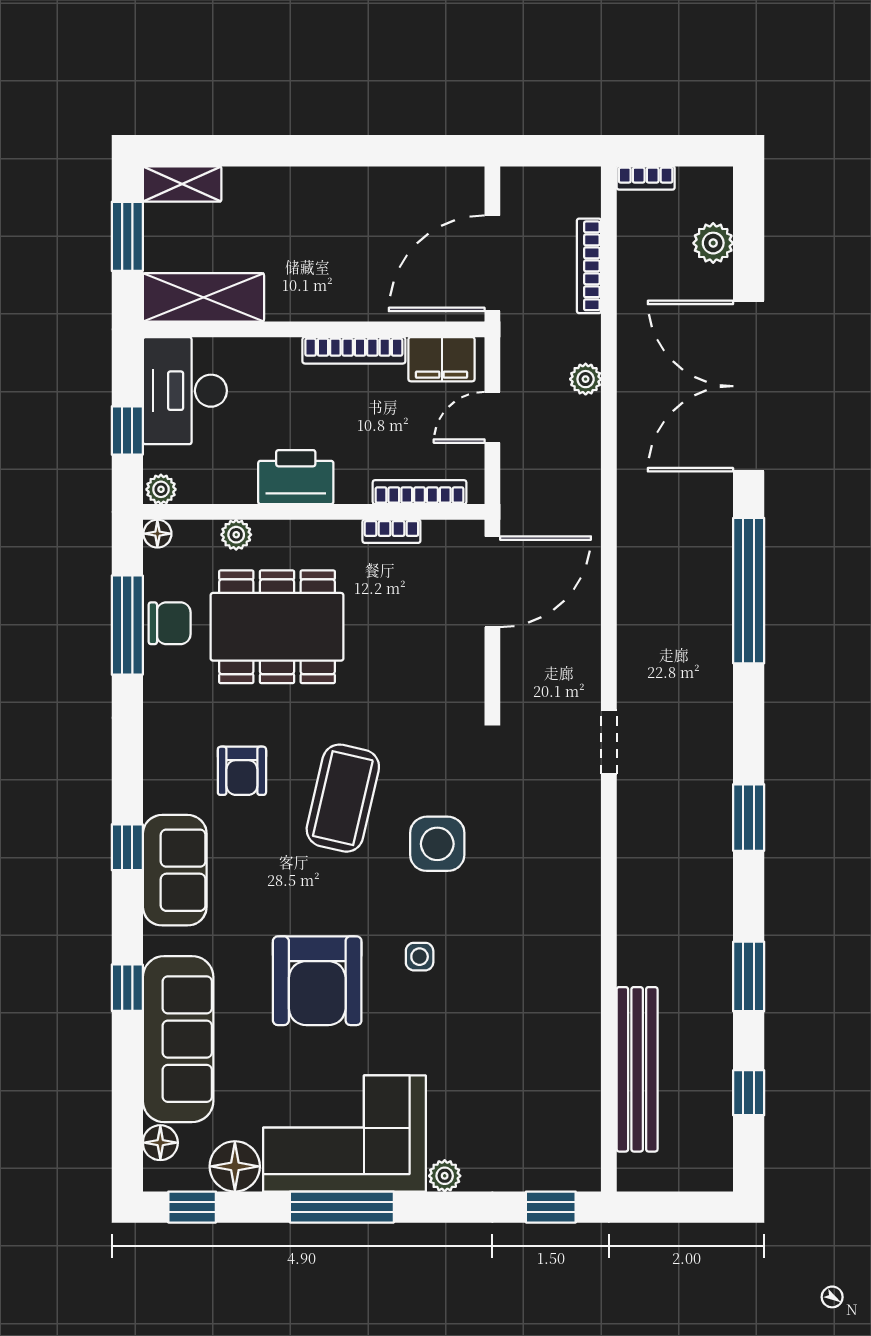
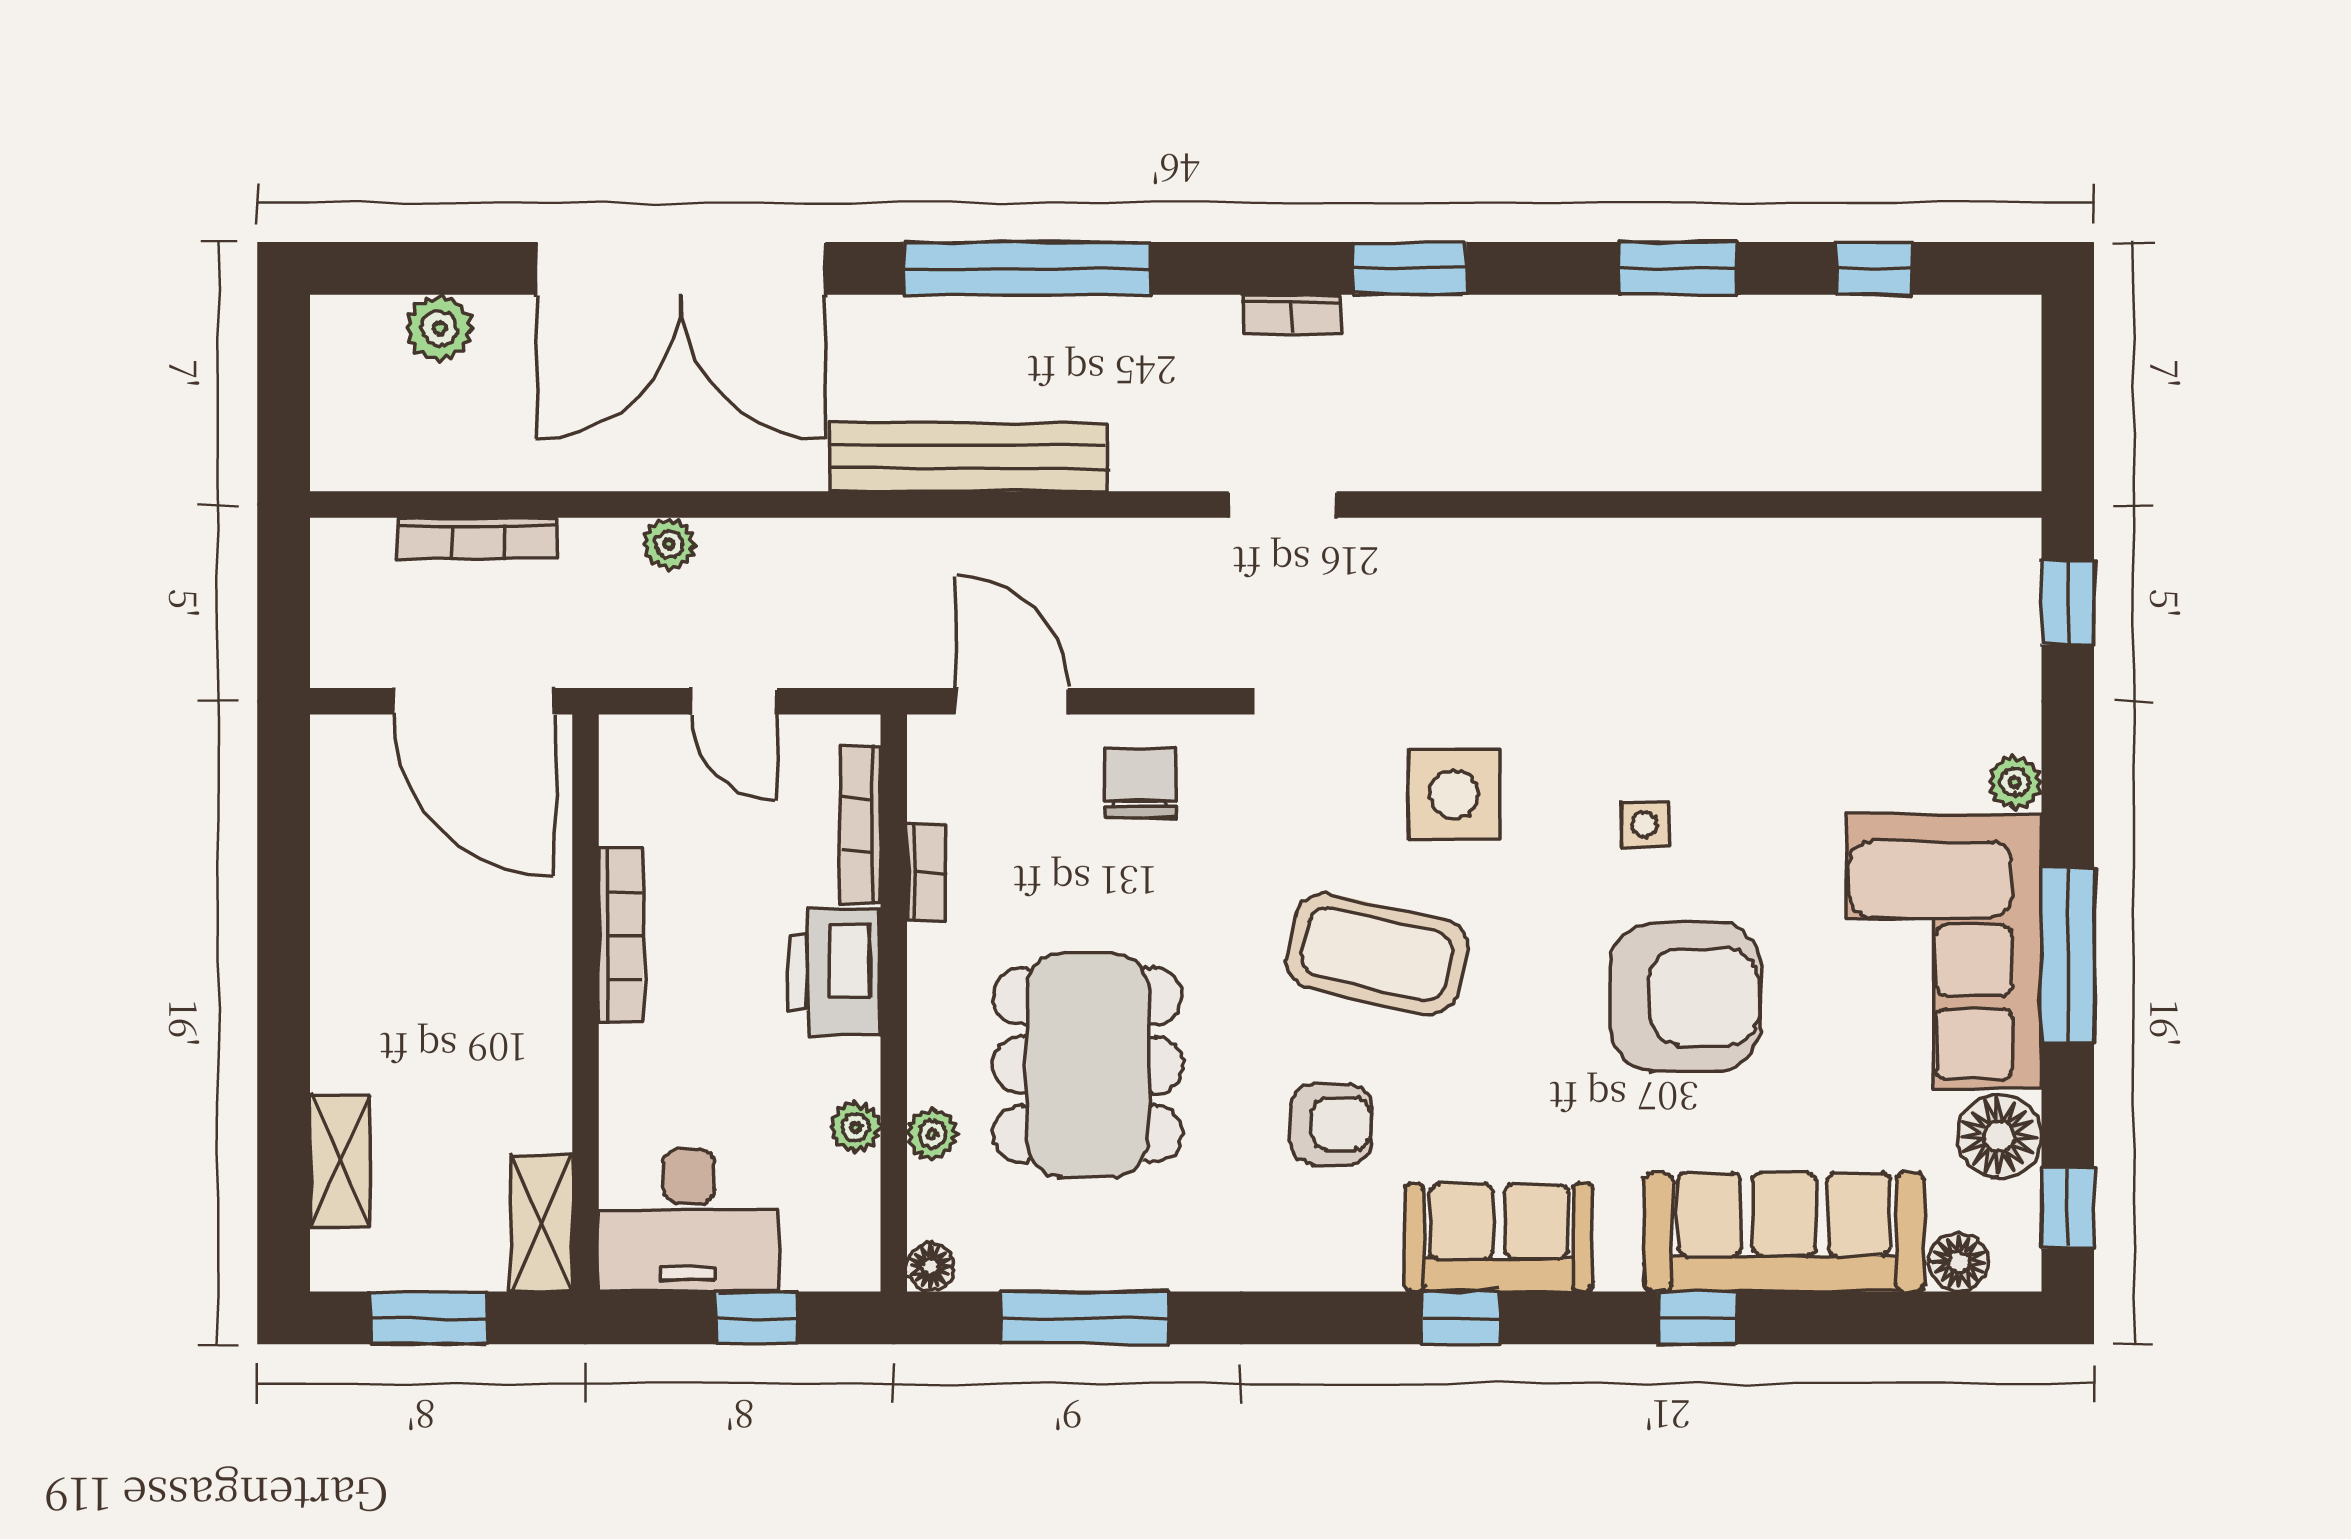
bookcase: (646, 178) -> (1292, 314), moved, turned 90
shelving: (182, 184) -> (340, 1161), moved
shelving: (203, 297) -> (542, 1223), width x0.67, depth x0.75
filing cabinet: (442, 359) -> (636, 787), removed
printer: (296, 477) -> (835, 972), moved
plant: (161, 489) -> (856, 1127), moved
door: (492, 582) -> (1012, 701), width x0.73
chair: (170, 623) -> (1140, 783), moved
bench: (637, 1069) -> (969, 457), moved

